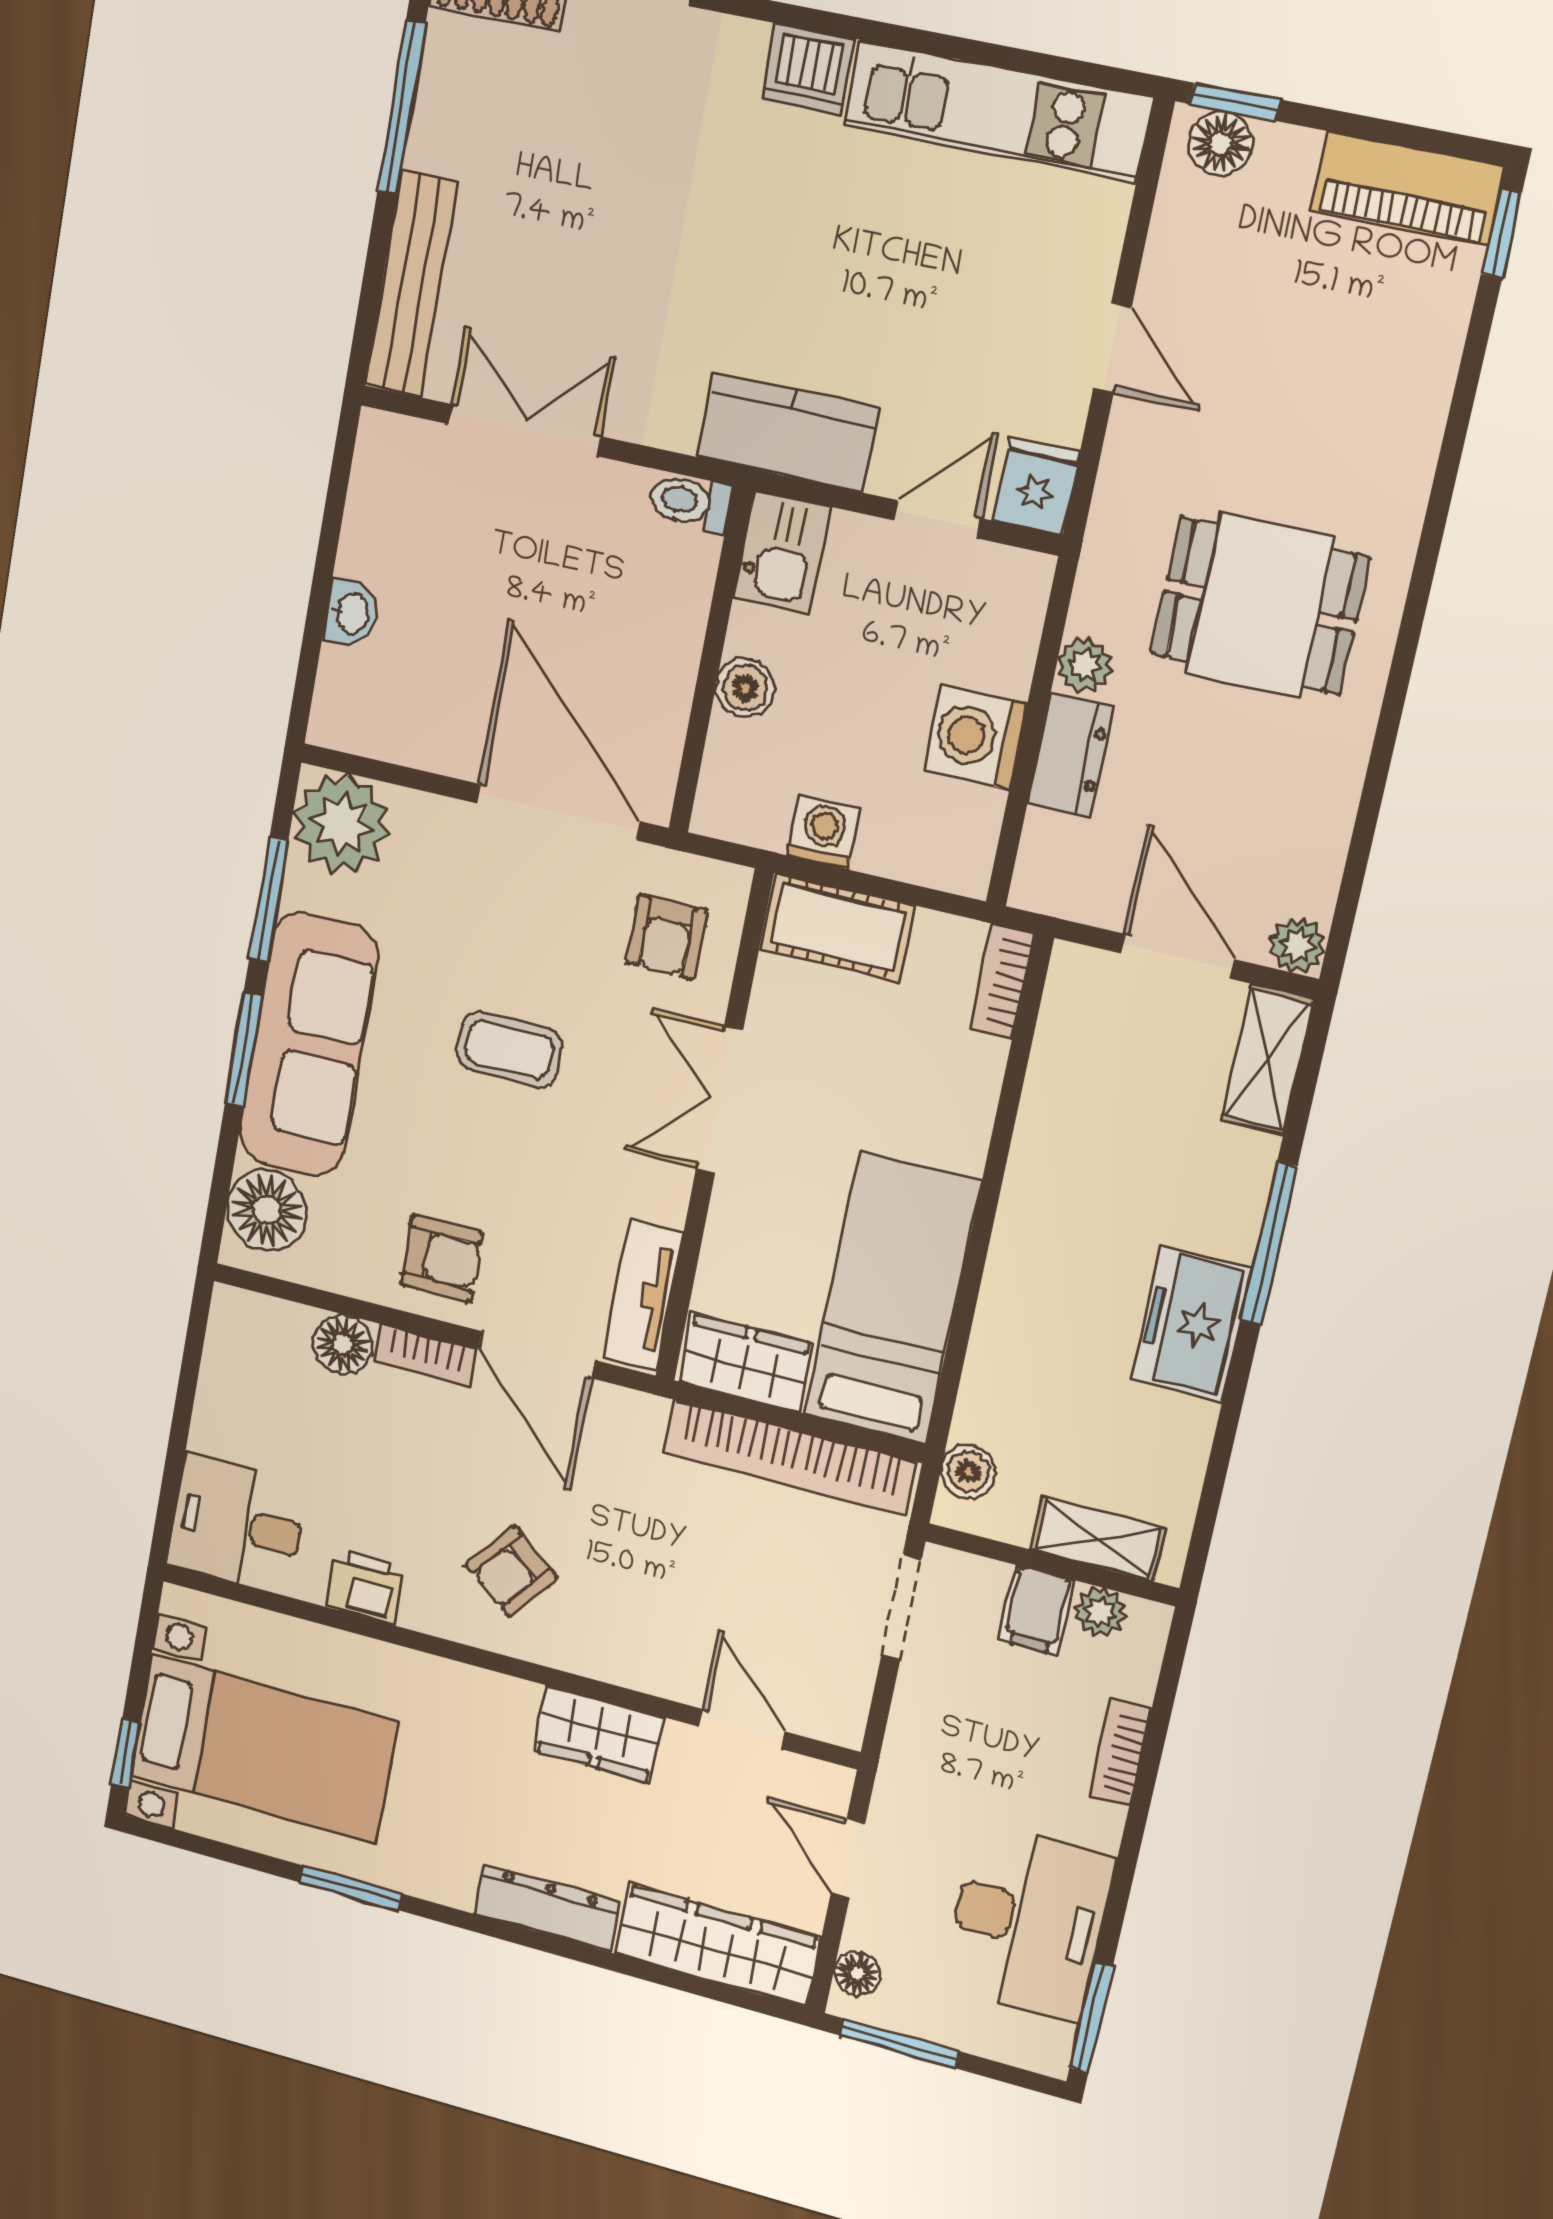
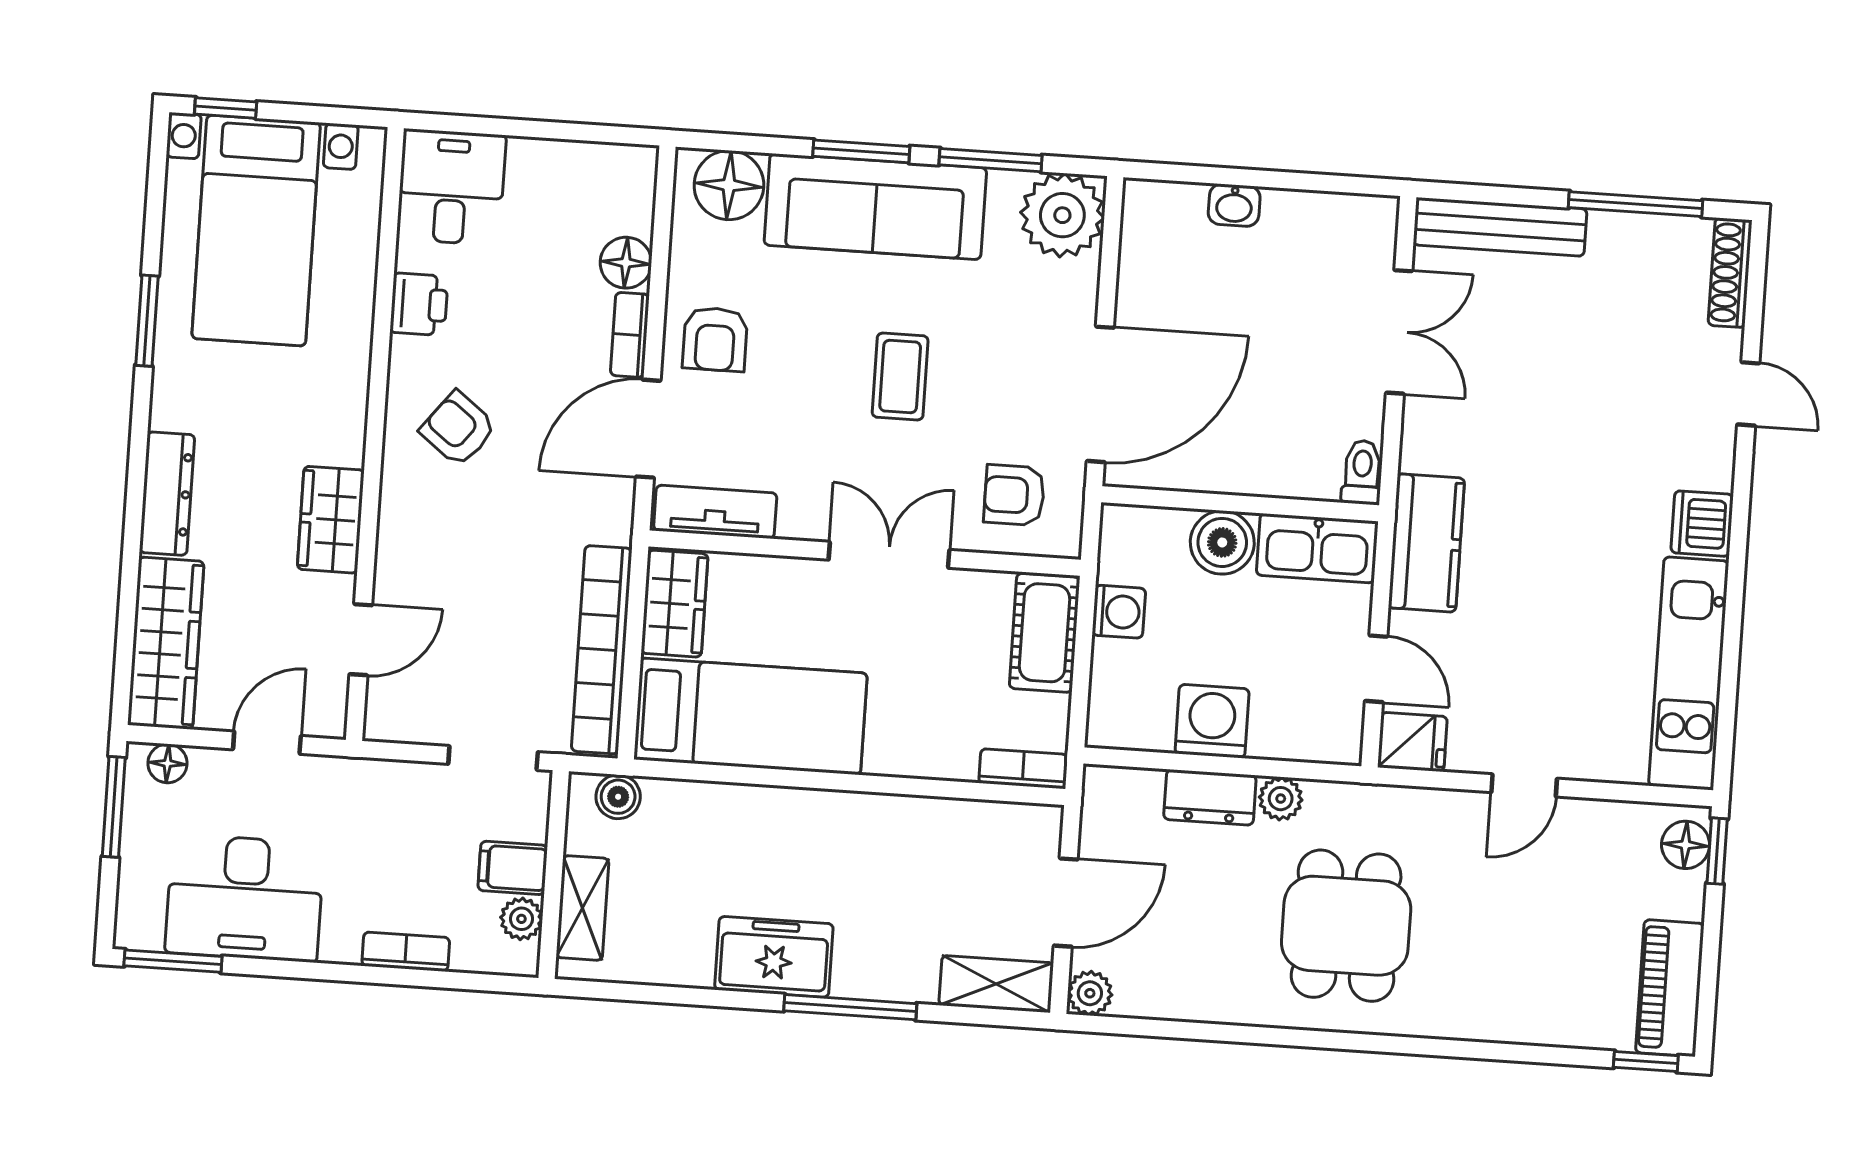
kitchen sink: (781, 552) -> (1317, 548), width x1.38
boiler: (745, 688) -> (1222, 542), width x1.36, depth x1.36

